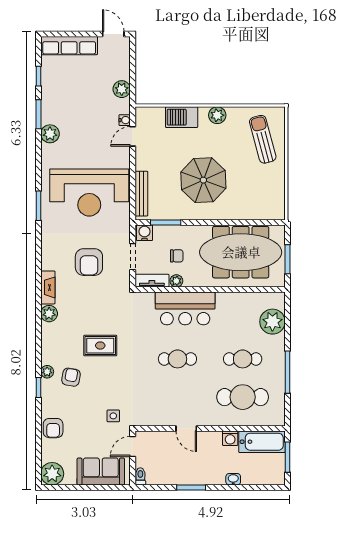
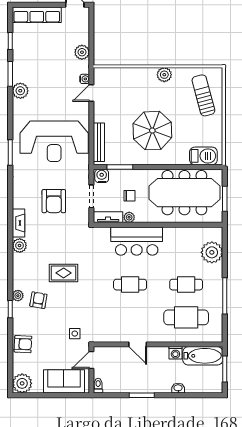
barbecue: (182, 117) -> (203, 156), moved, turned 180
armchair: (53, 428) -> (23, 344), turned -87

